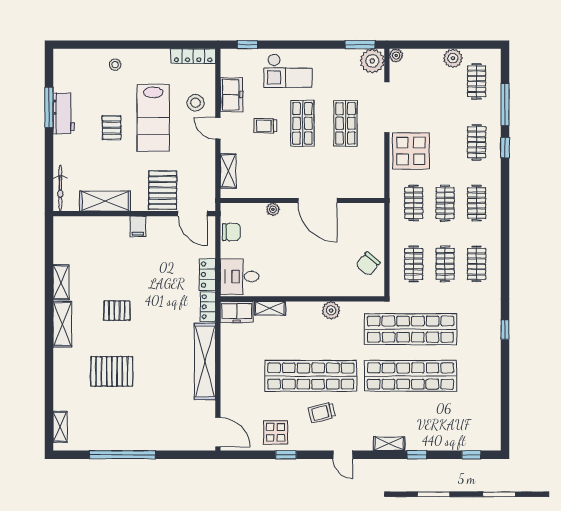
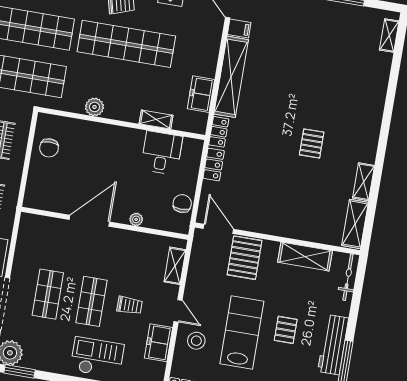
workbench: (64, 113) -> (333, 345), width x1.38
door: (318, 200) -> (89, 221), hinge flipped
filing cabinet: (138, 226) -> (239, 29), moved, turned 90
chair: (231, 232) -> (182, 204), turned 90
chair: (368, 264) -> (49, 148), turned 141
desk: (240, 277) -> (162, 153), moved, turned -90
pallet: (117, 311) -> (312, 143), turned 90
freezer: (237, 312) -> (201, 94), moved, turned -90
shelving: (62, 324) -> (355, 224), moved
pallet: (112, 371) -> (327, 83), removed

